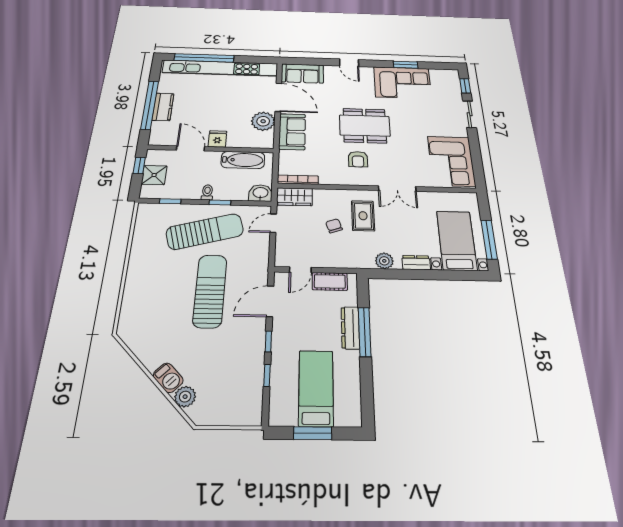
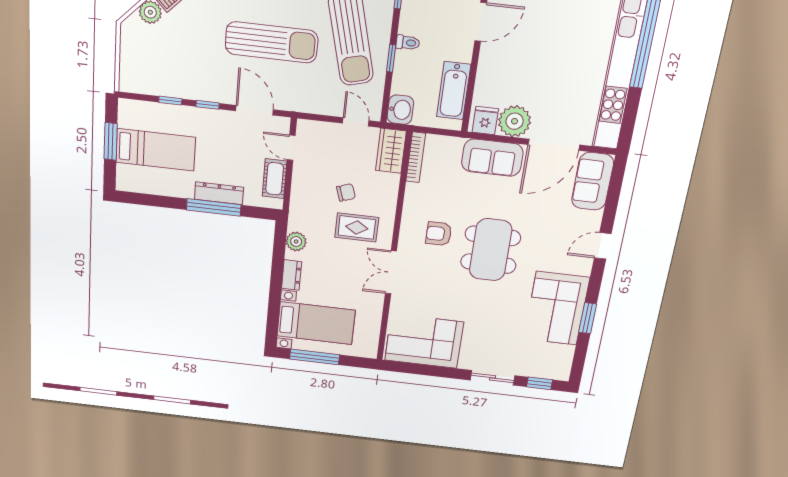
fridge: (217, 139) -> (485, 121), moved, turned -90

